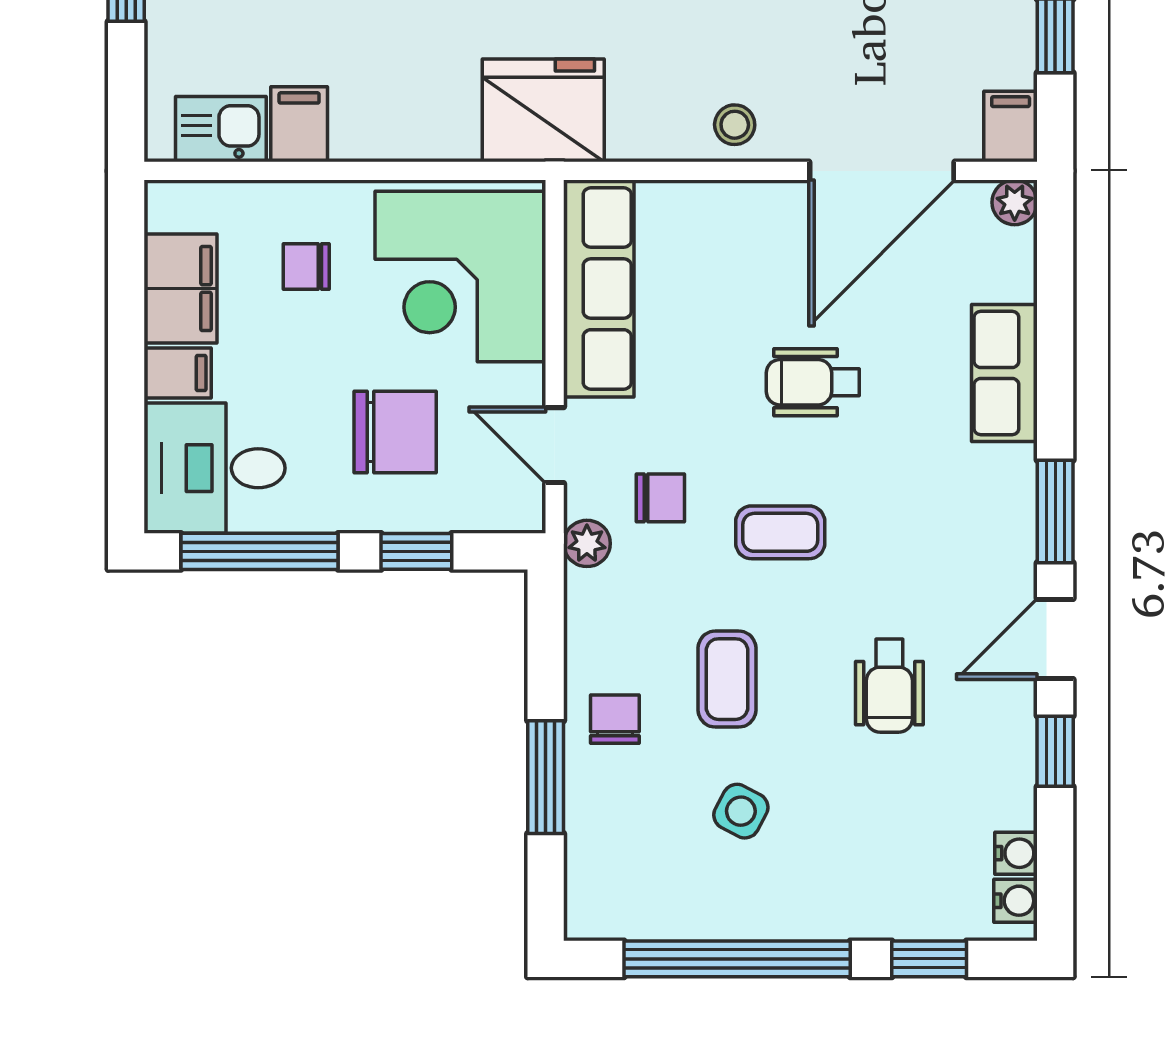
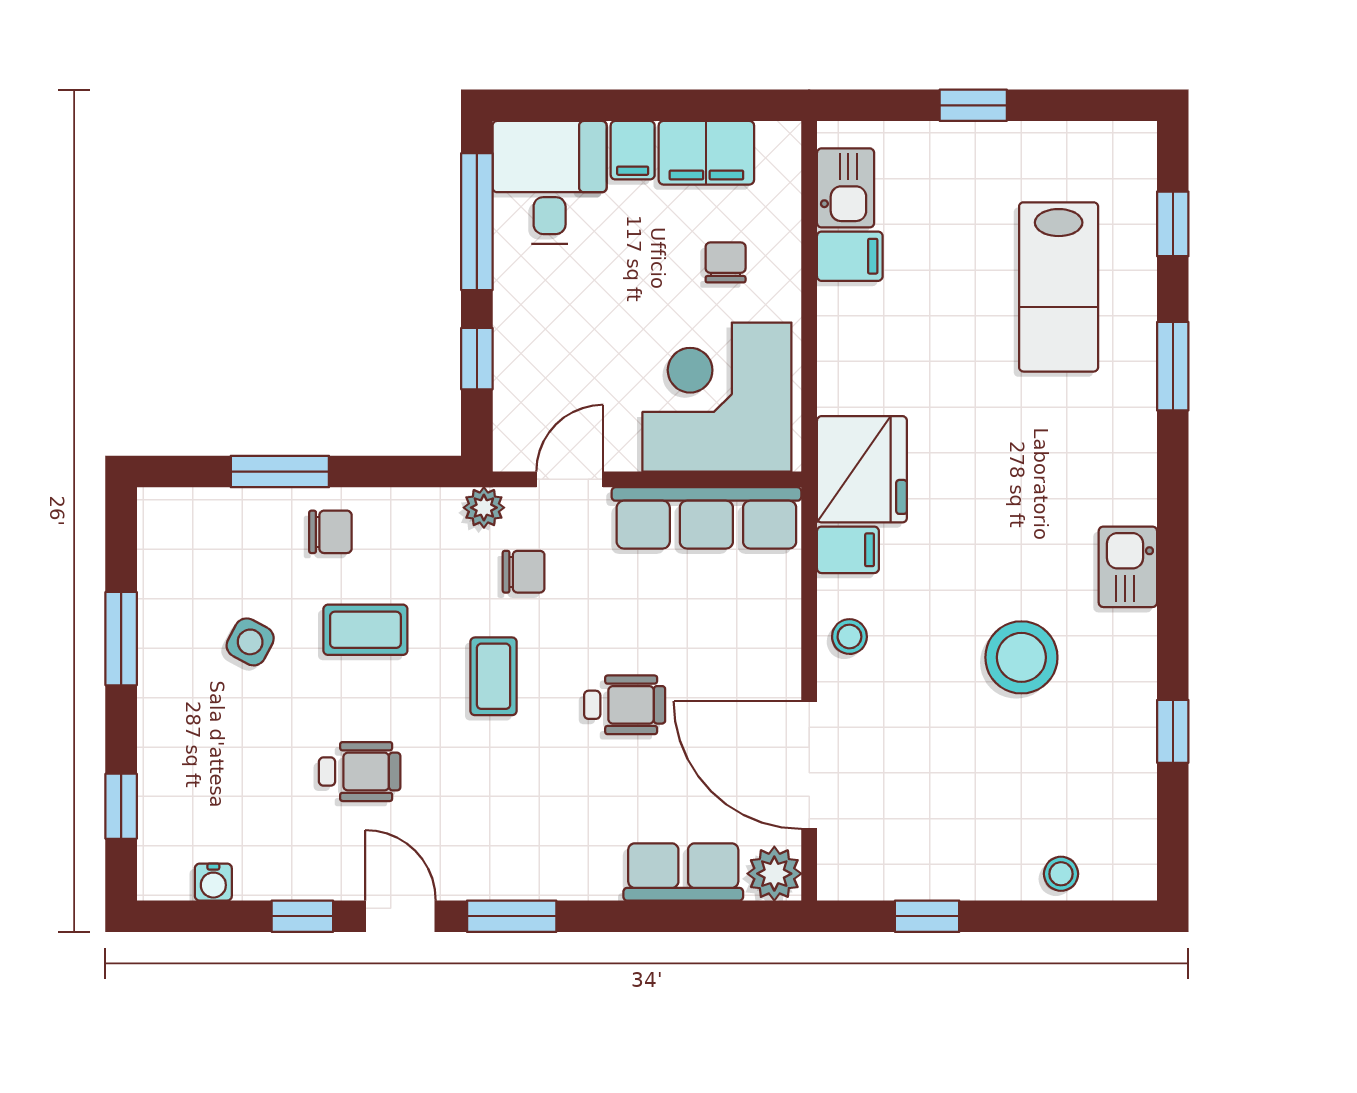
filing cabinet: (1011, 126) -> (848, 550), moved
plant: (1015, 202) -> (774, 874), width x1.38, depth x1.38
row of seats: (1004, 373) -> (683, 872), moved
wheelchair: (813, 382) -> (625, 705), turned 90
chair: (395, 432) -> (581, 340), removed
chair: (660, 498) -> (524, 572), turned -90
wheelchair: (889, 686) -> (360, 772), turned 180
water cooler: (1016, 901) -> (172, 882), removed
window: (737, 959) -> (121, 639), width x0.47

